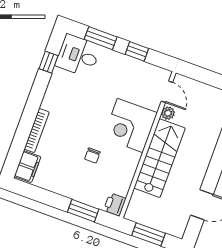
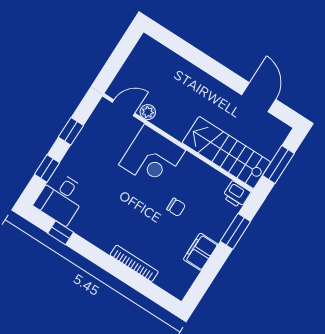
window: (101, 38) -> (47, 169), width x0.67
stairs: (160, 158) -> (226, 152), moved
filing cabinet: (27, 167) -> (201, 252), moved, turned -90

